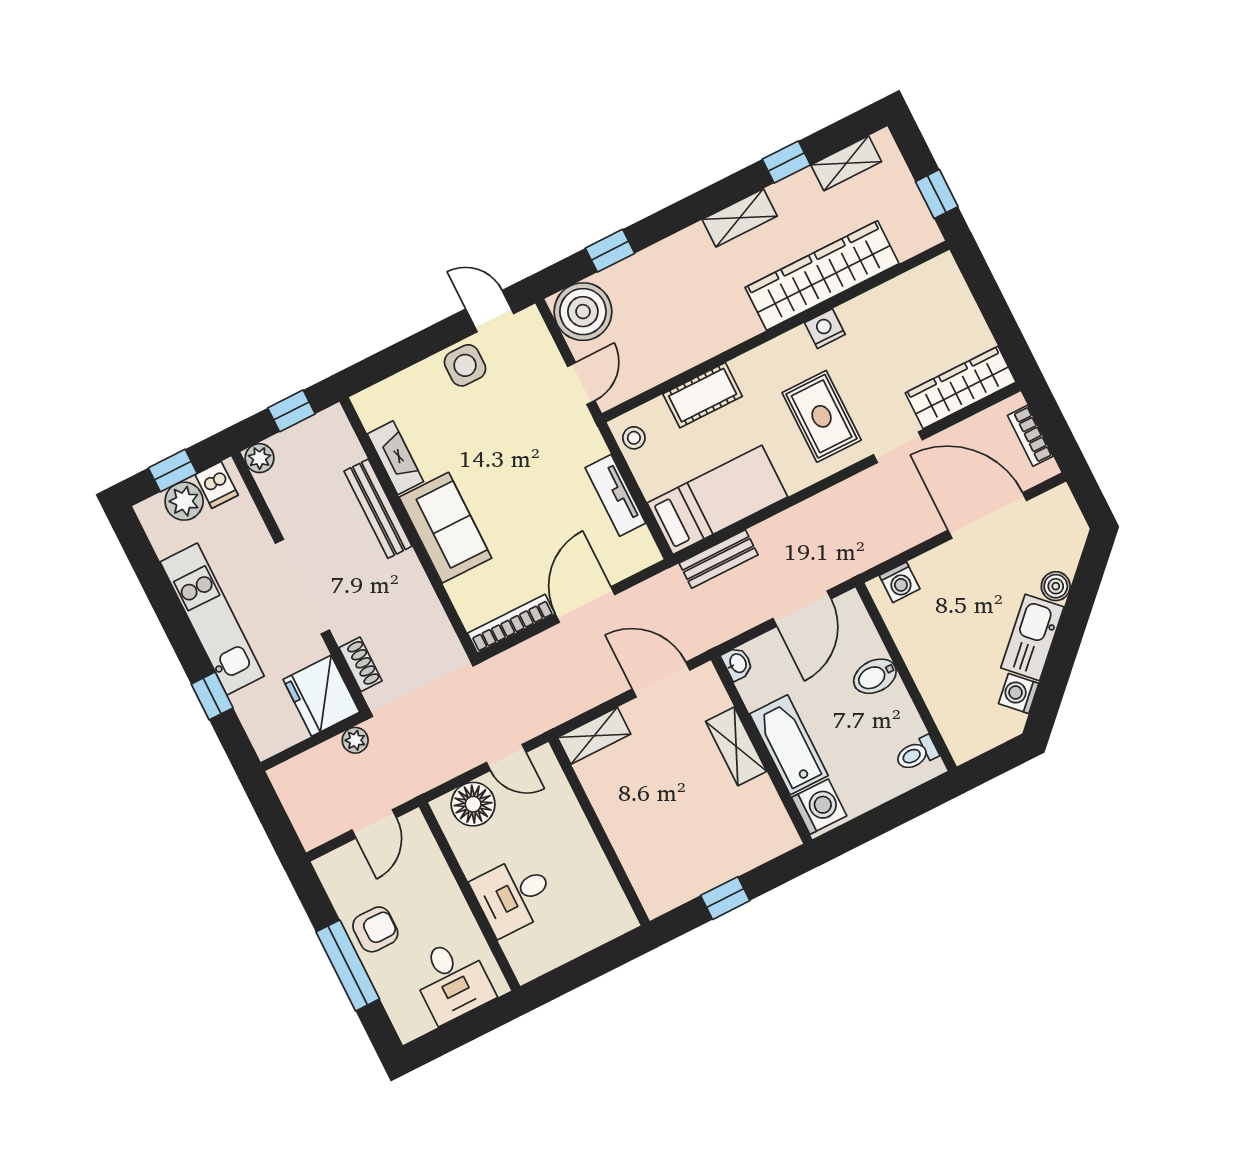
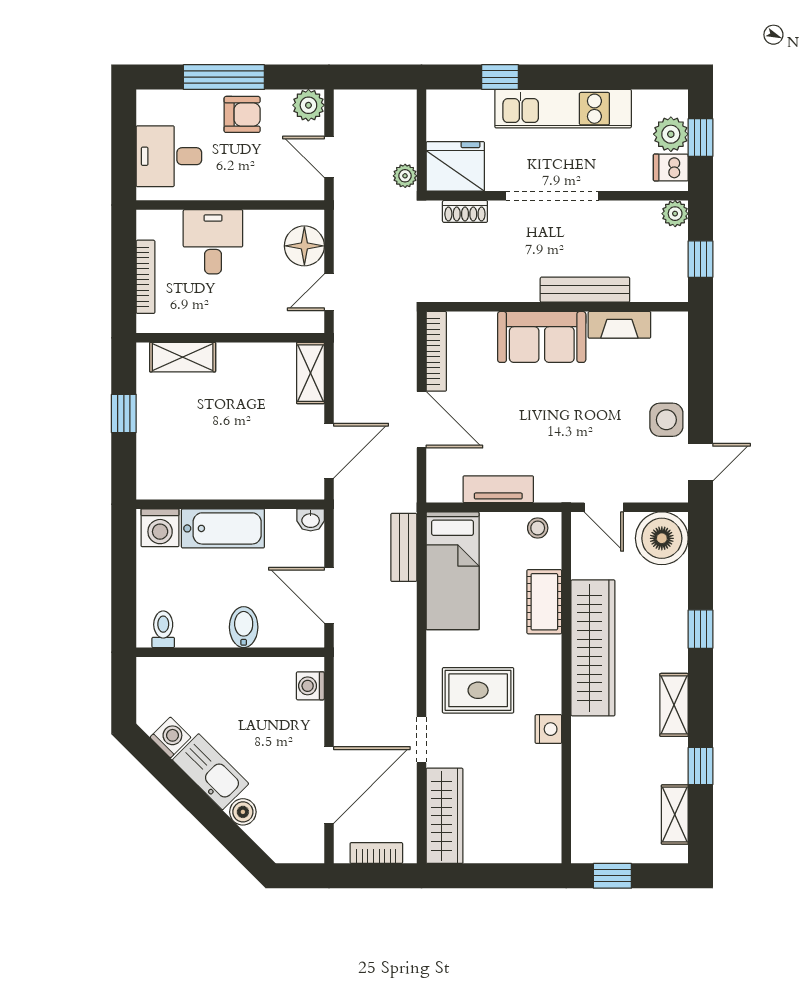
window: (610, 251) -> (701, 629), moved
wardrobe: (822, 275) -> (593, 648), moved
shelving: (736, 746) -> (183, 357), moved
plant: (334, 869) -> (308, 105), added
armchair: (375, 929) -> (242, 114), turned -90
bookcase: (581, 944) -> (146, 277), added

